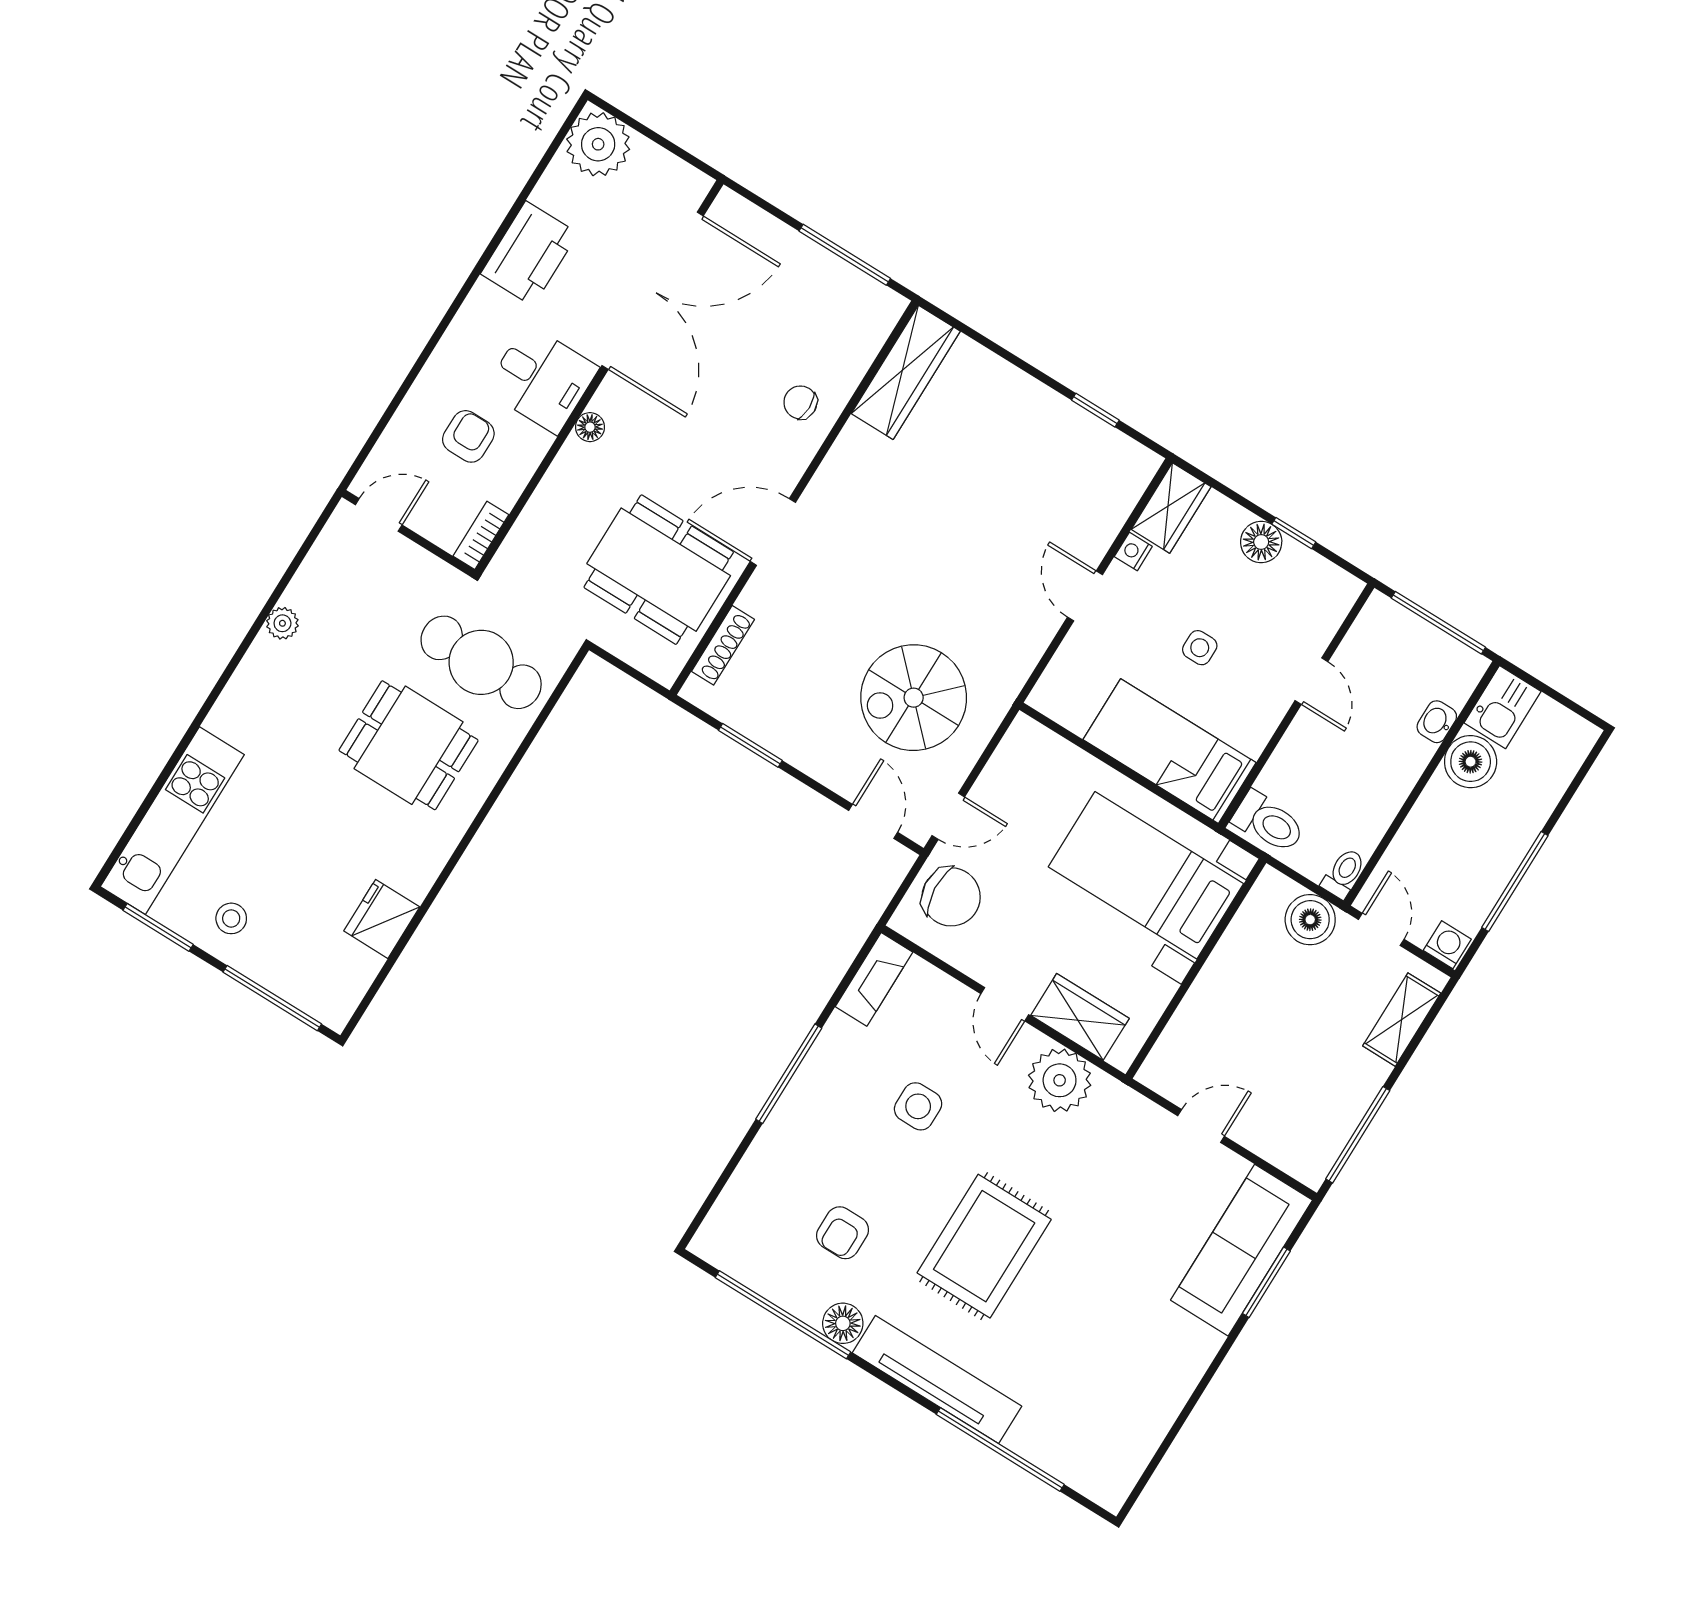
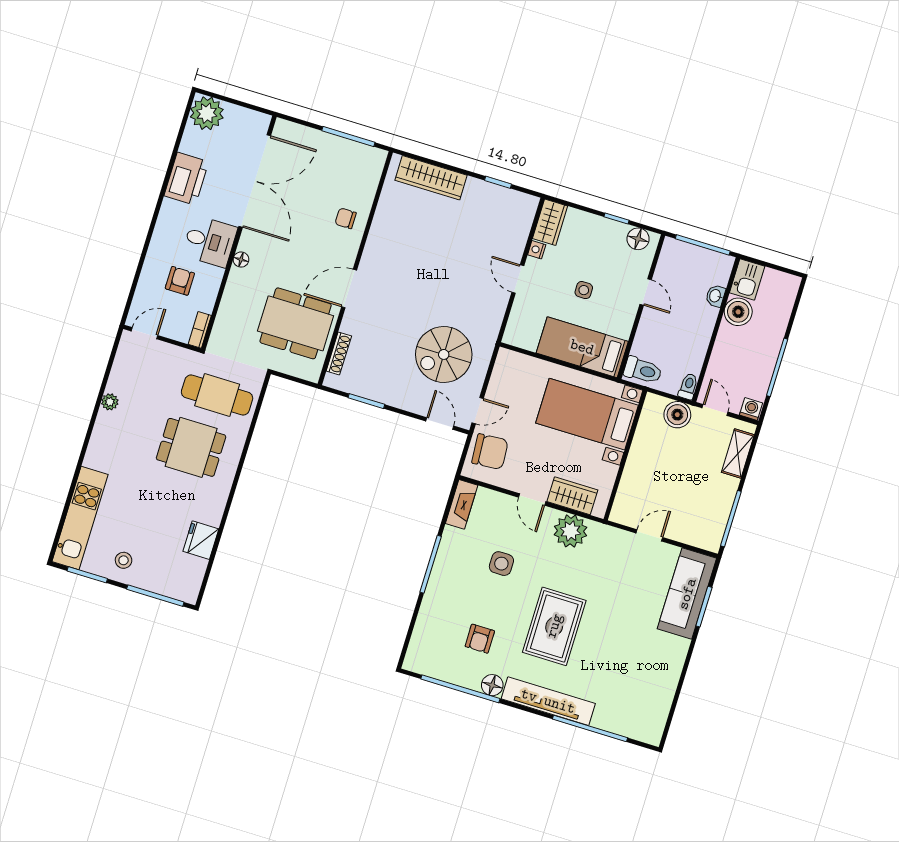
wardrobe: (906, 372) -> (431, 178), moved, turned 90
floor lamp: (1261, 542) -> (638, 239), moved

